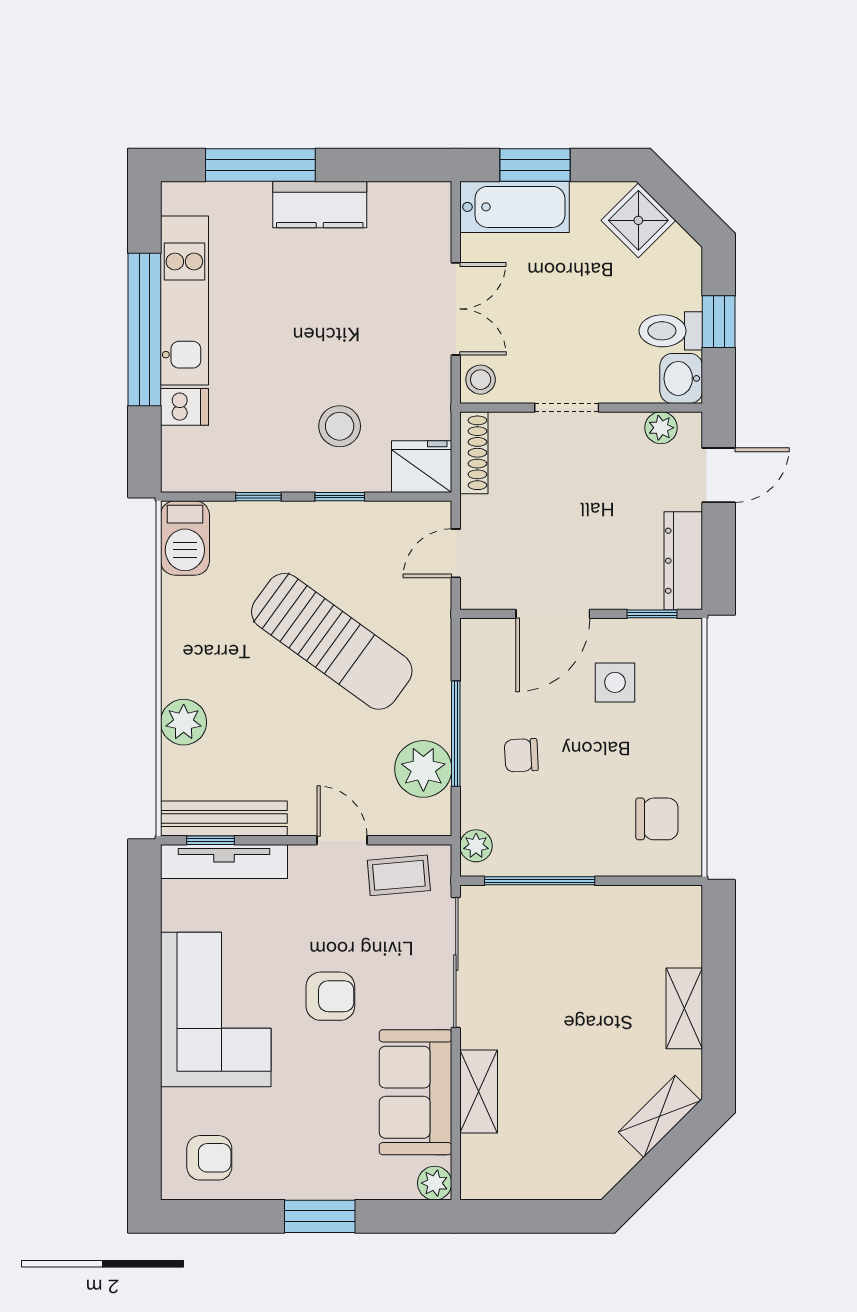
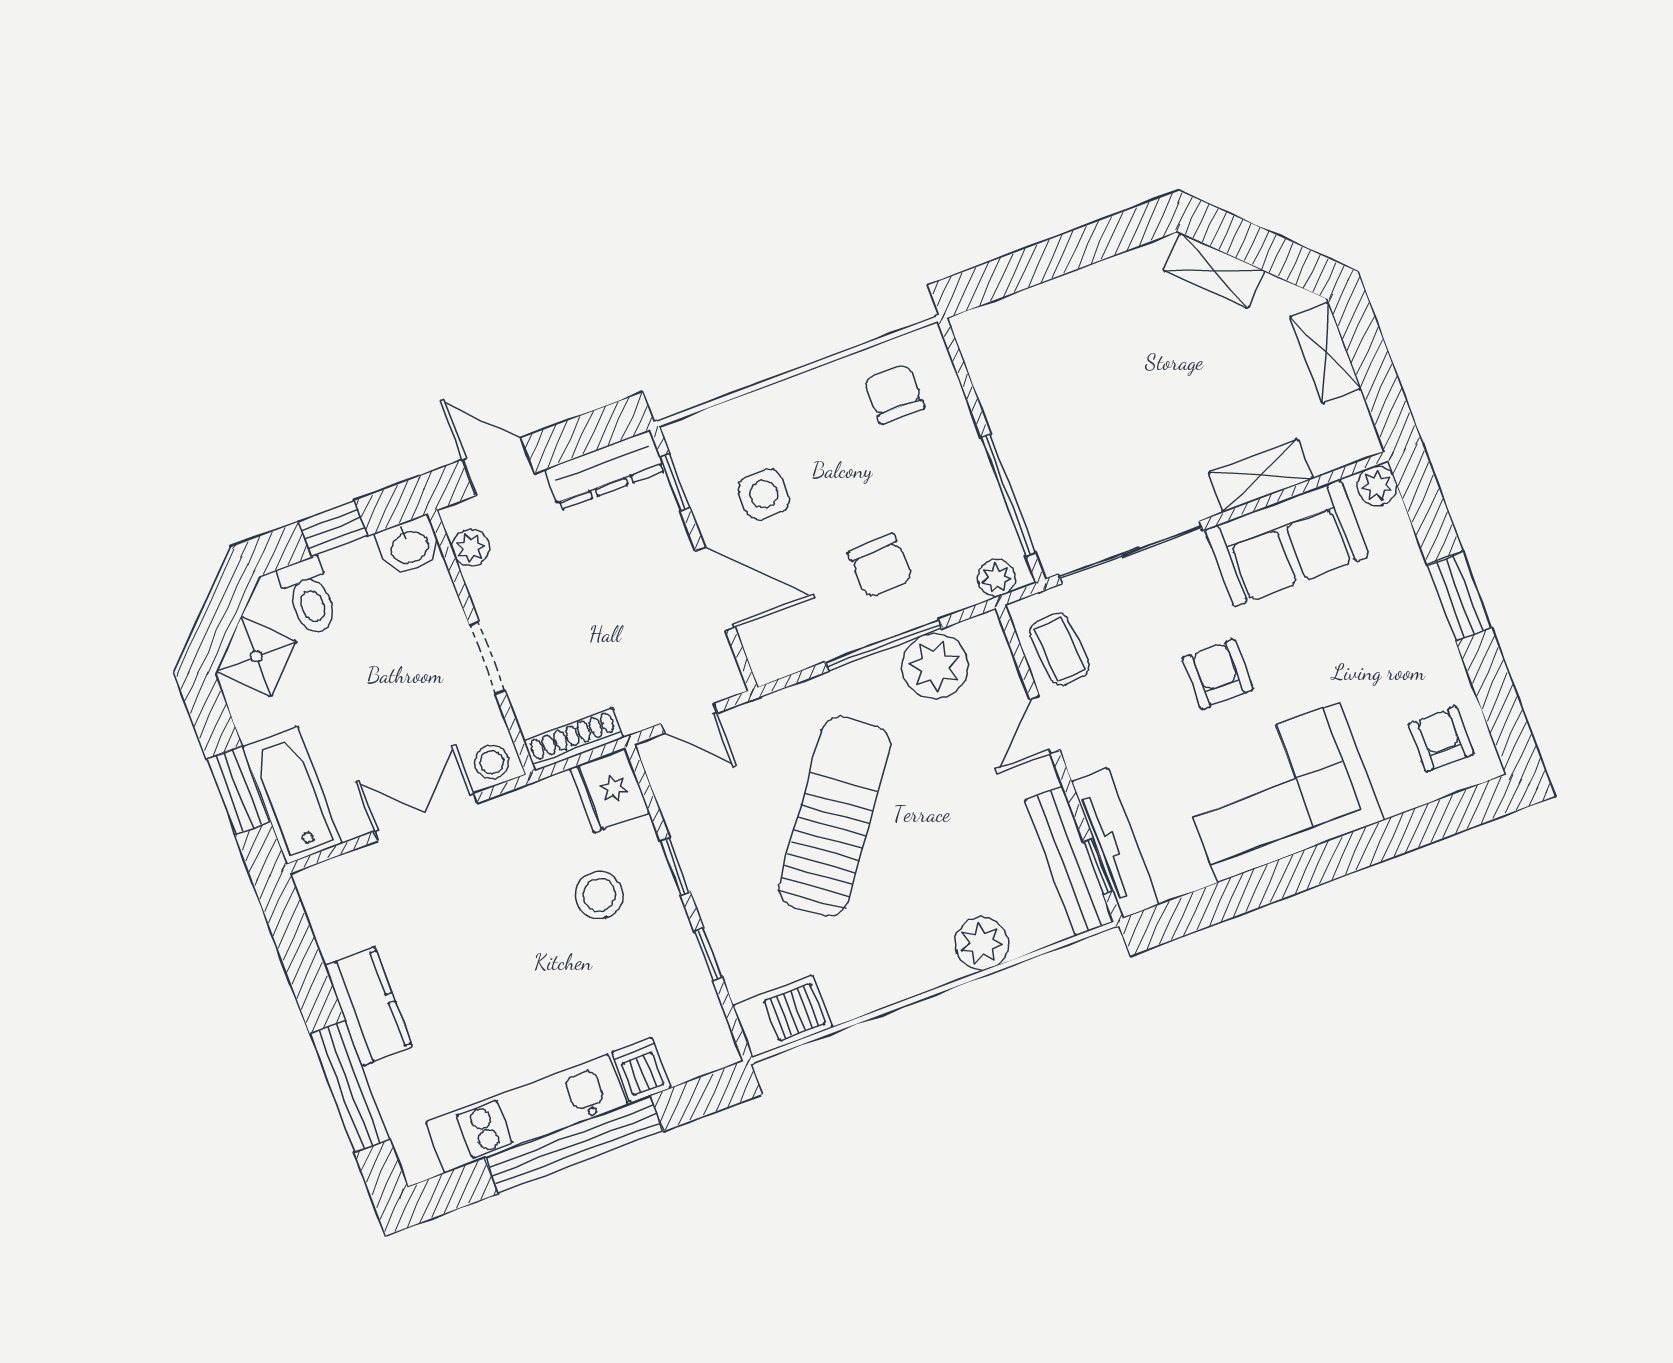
toilet: (671, 331) -> (309, 597), moved
chair: (521, 755) -> (880, 566), width x1.37, depth x1.37
shelving: (684, 1008) -> (1326, 353), moved, turned 90

